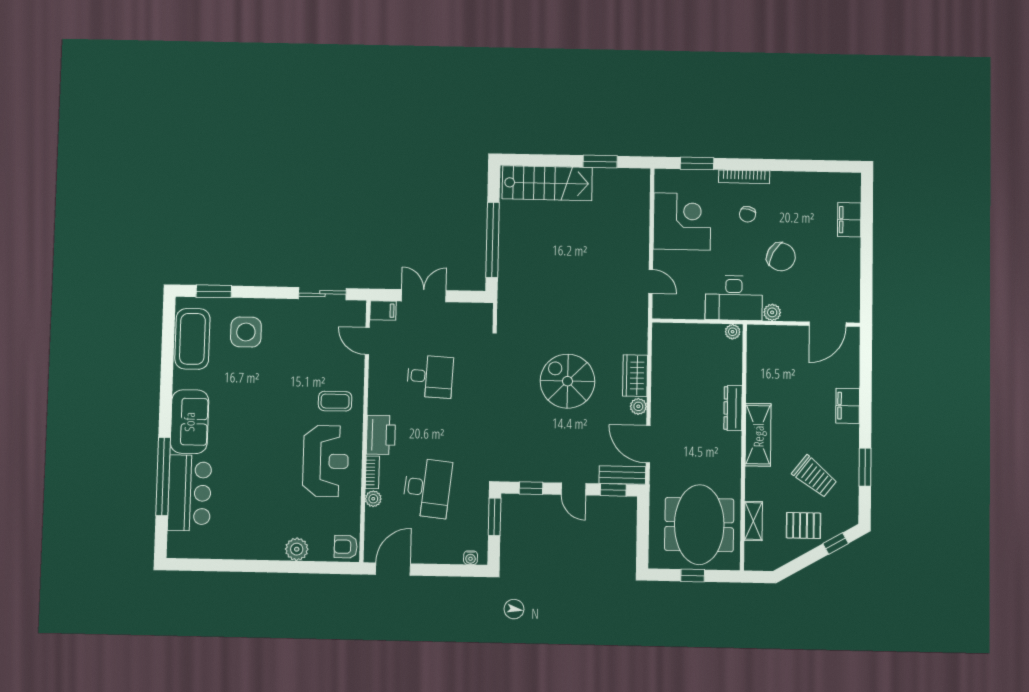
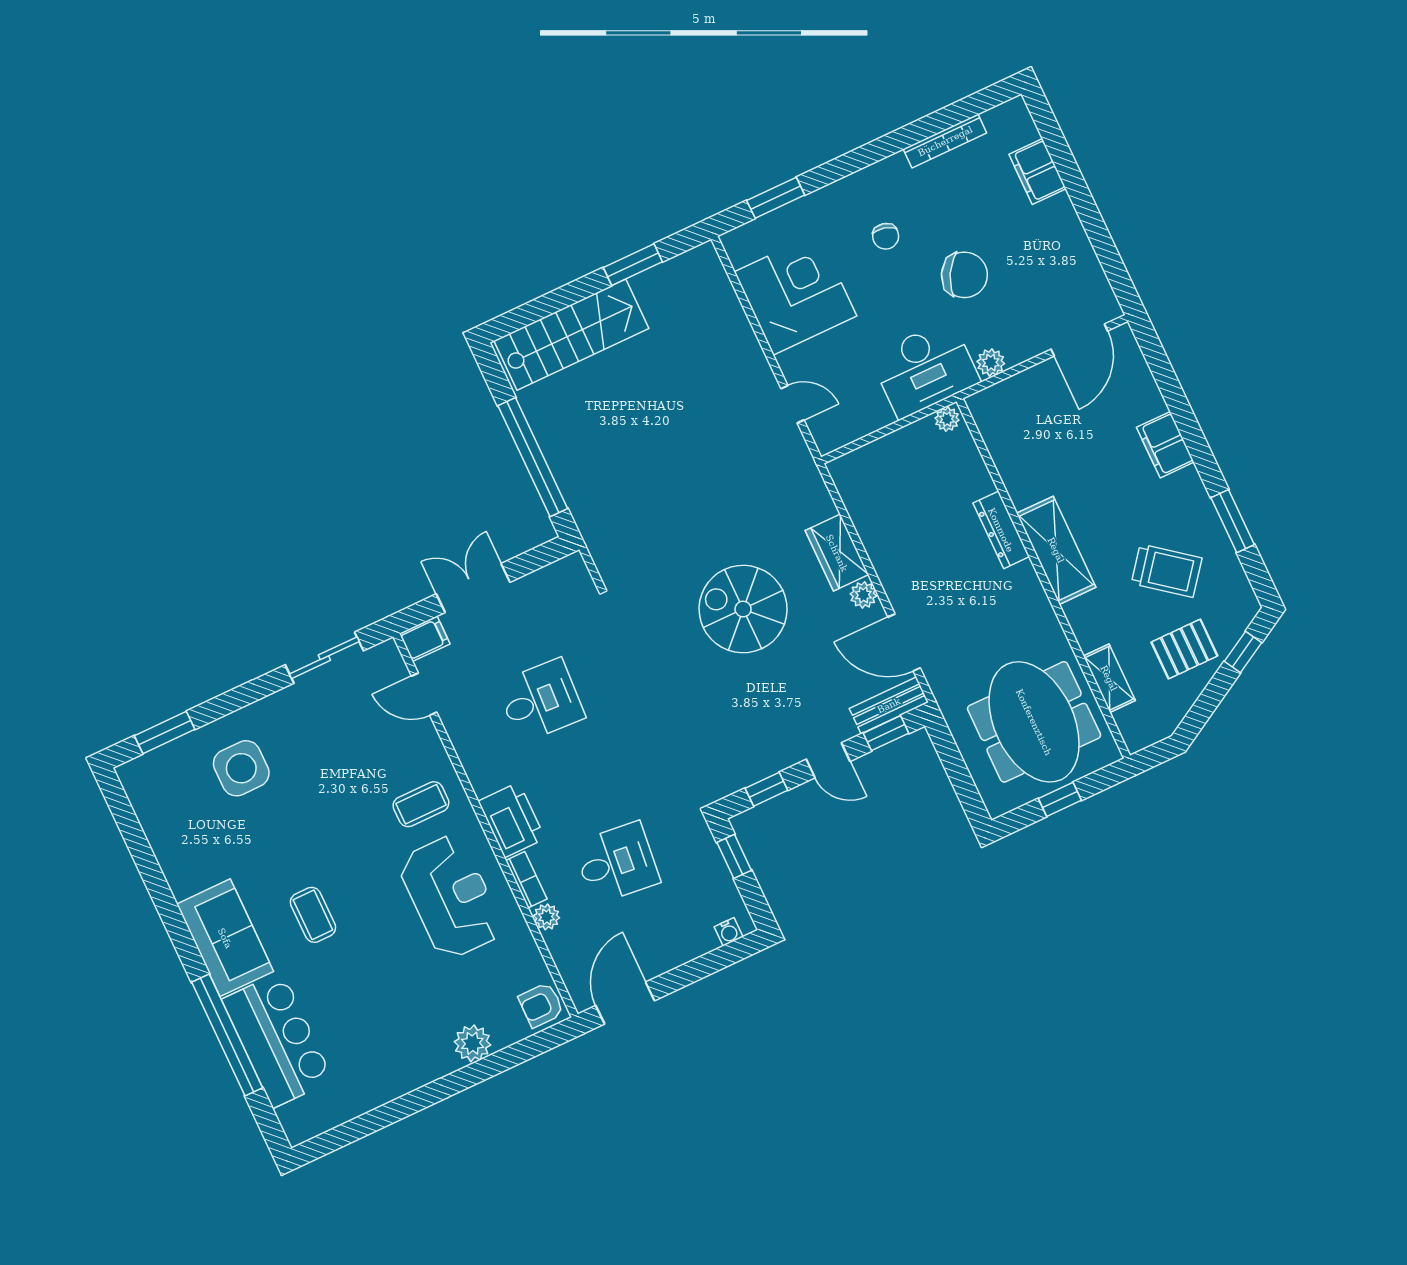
bookcase: (744, 177) -> (945, 141), moved
coffee table: (192, 339) -> (313, 915), moved, width x0.54, depth x0.58
desk: (427, 488) -> (617, 863), width x0.73
window: (495, 517) -> (734, 856), width x0.67

